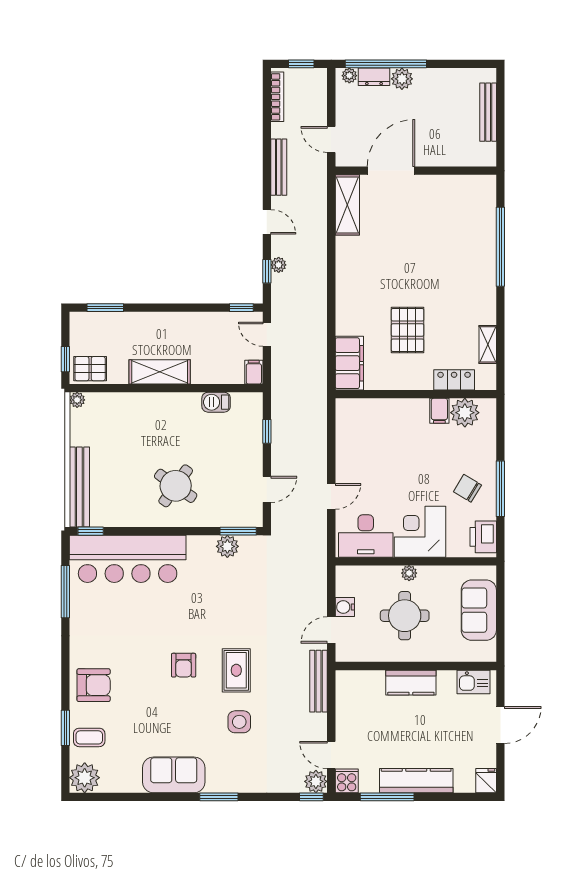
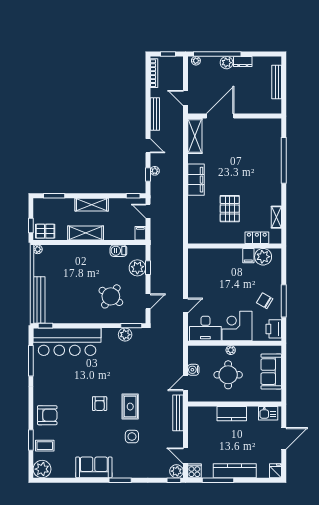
dresser: (374, 77) -> (243, 61), moved
shelving: (170, 323) -> (92, 205), added
filing cabinet: (349, 363) -> (196, 180), moved
plant: (249, 432) -> (137, 268), added
round table: (176, 486) -> (111, 296), moved

